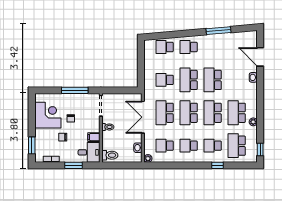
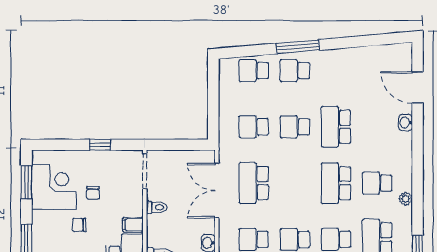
window: (218, 31) -> (298, 47), moved
school desk: (189, 80) -> (295, 127), width x0.54
window: (75, 90) -> (100, 145), width x0.46
window: (32, 112) -> (26, 182), added
school desk: (189, 113) -> (295, 183), removed
school desk: (237, 113) -> (377, 183), width x0.54

